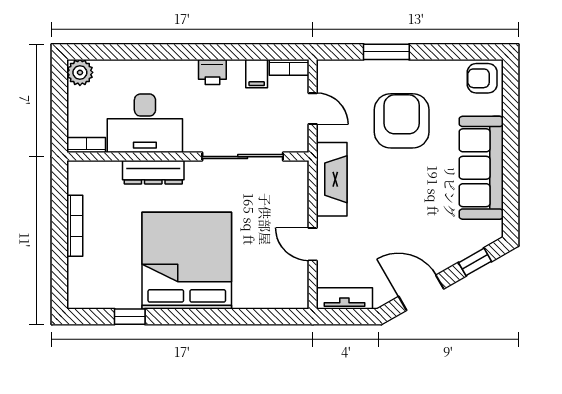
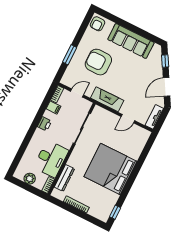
plant: (80, 72) -> (30, 179), moved
dresser: (153, 172) -> (64, 178), moved
window: (130, 317) -> (115, 212), moved

